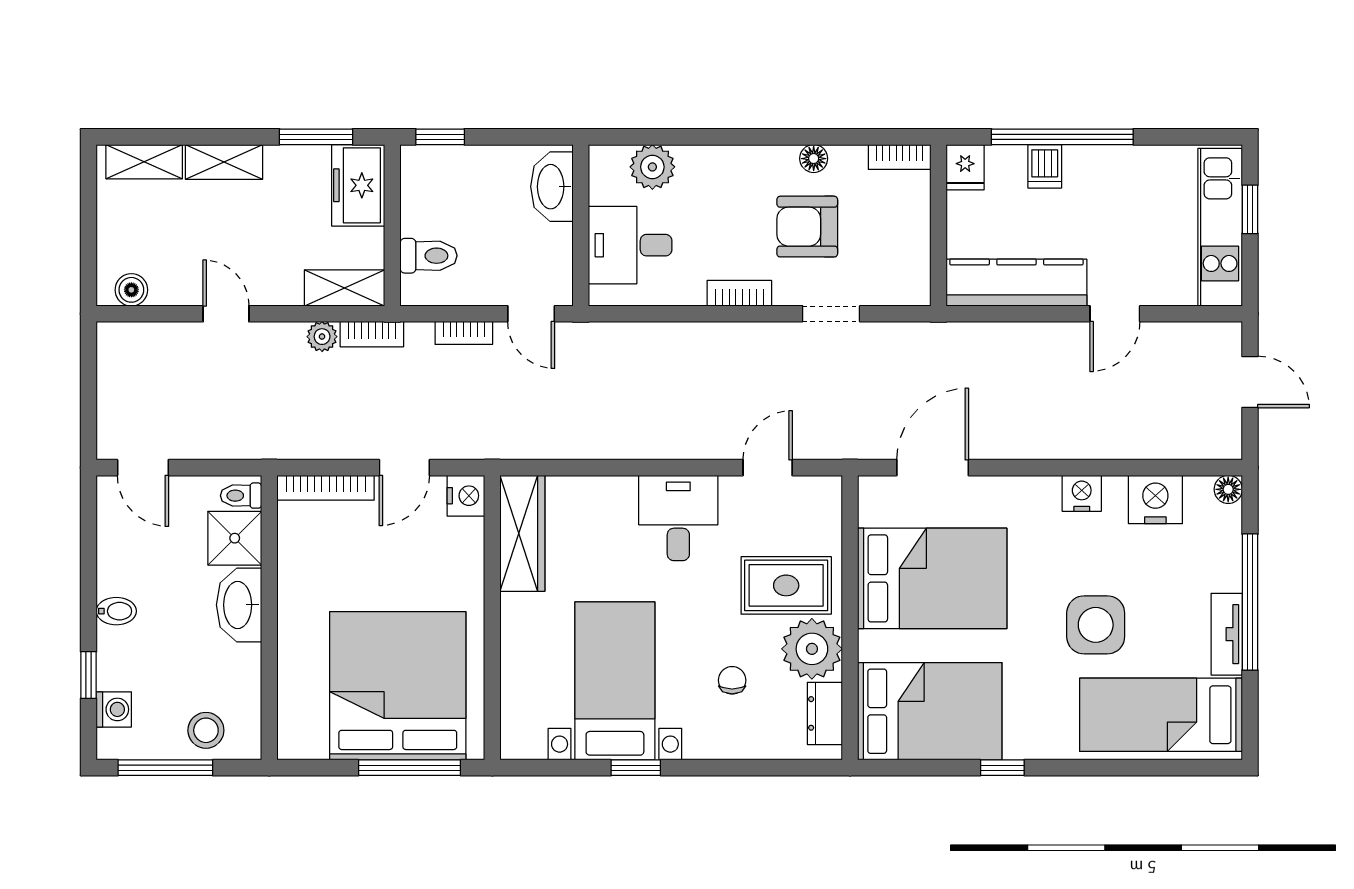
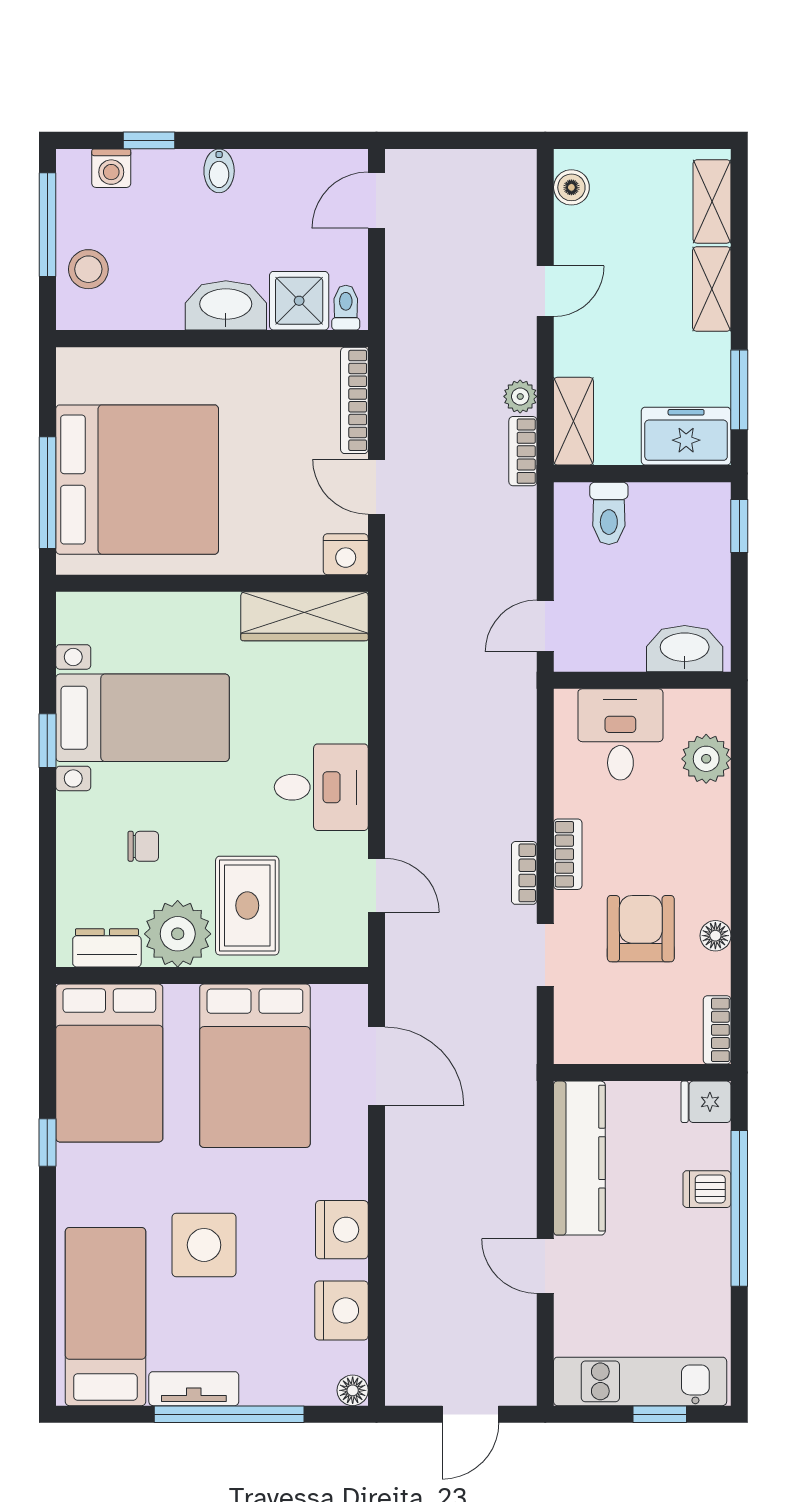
bookcase: (464, 333) -> (524, 873), moved
nightstand: (1082, 493) -> (342, 1230), width x1.36, depth x1.33

